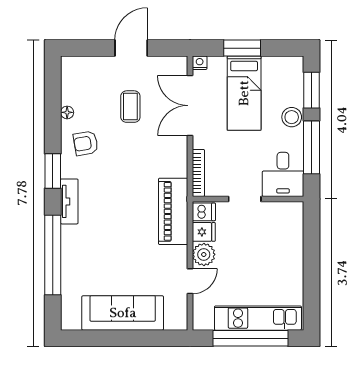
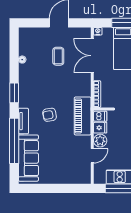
armchair: (86, 143) -> (50, 115), moved
tv unit: (69, 201) -> (23, 121), moved
sofa: (123, 313) -> (28, 158), moved, turned 90

